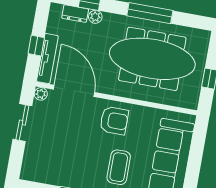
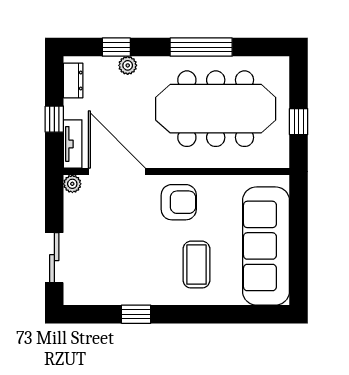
dresser: (75, 14) -> (73, 81), moved, turned -90
tv unit: (47, 59) -> (73, 144), width x0.71
sliding door: (22, 123) -> (54, 258), moved

